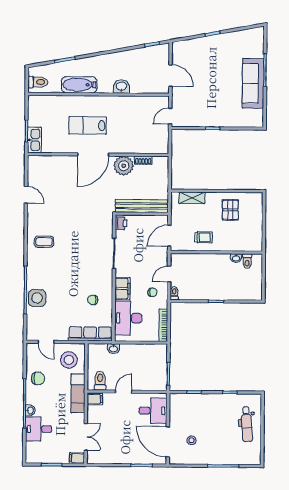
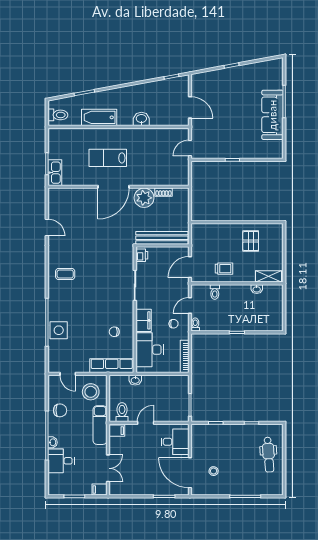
shelving: (192, 198) -> (269, 276), moved
toilet: (247, 261) -> (215, 292), moved

